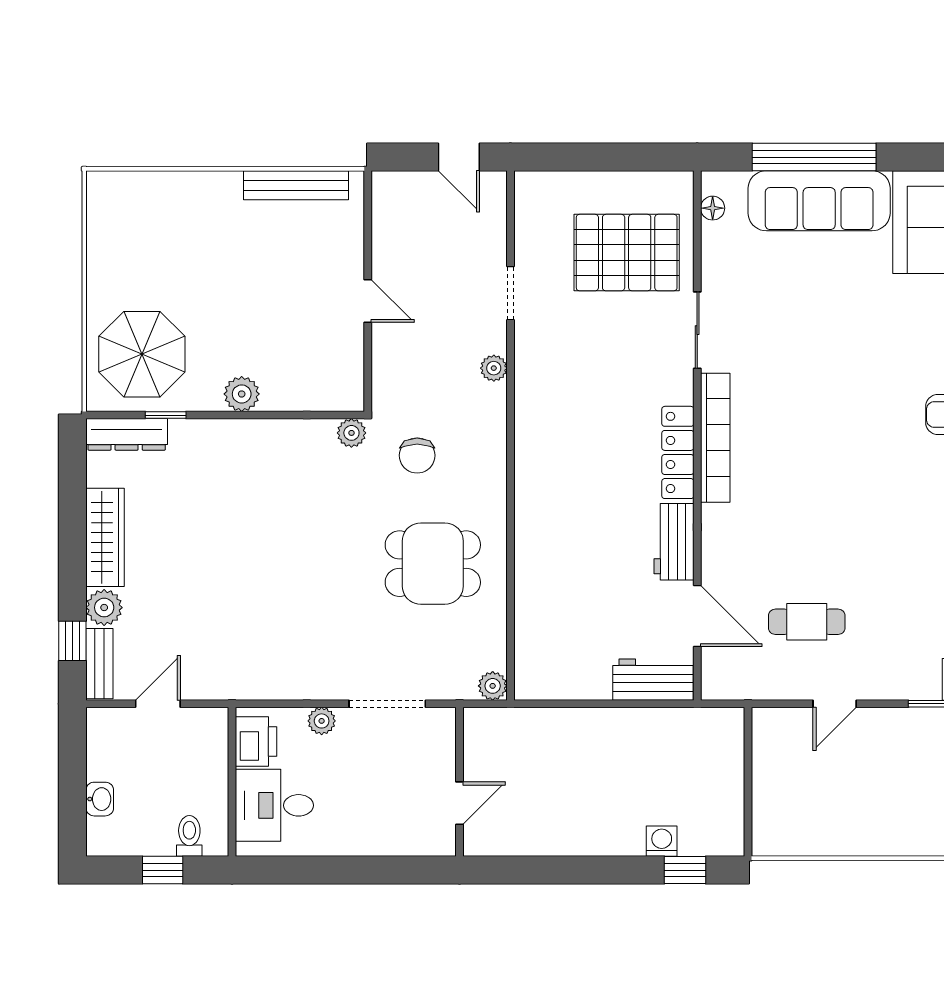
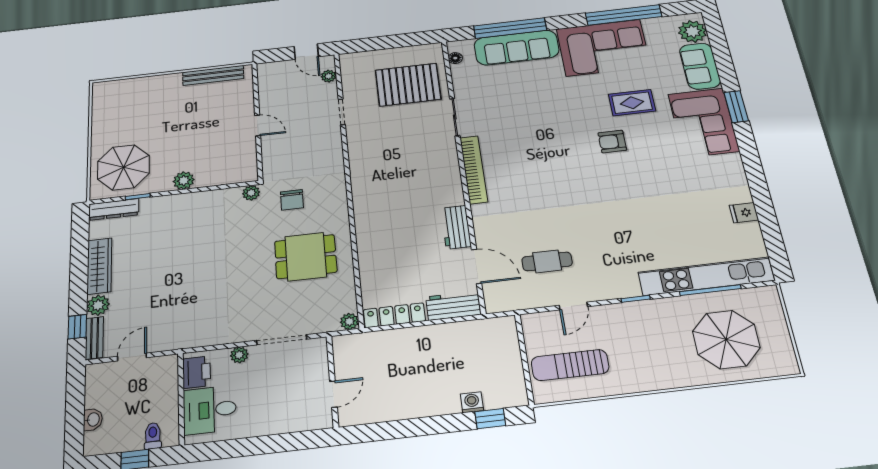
plant: (494, 368) -> (329, 76), moved
locker: (678, 452) -> (394, 315), moved, turned 90
sun lounger: (814, 800) -> (570, 365), added

